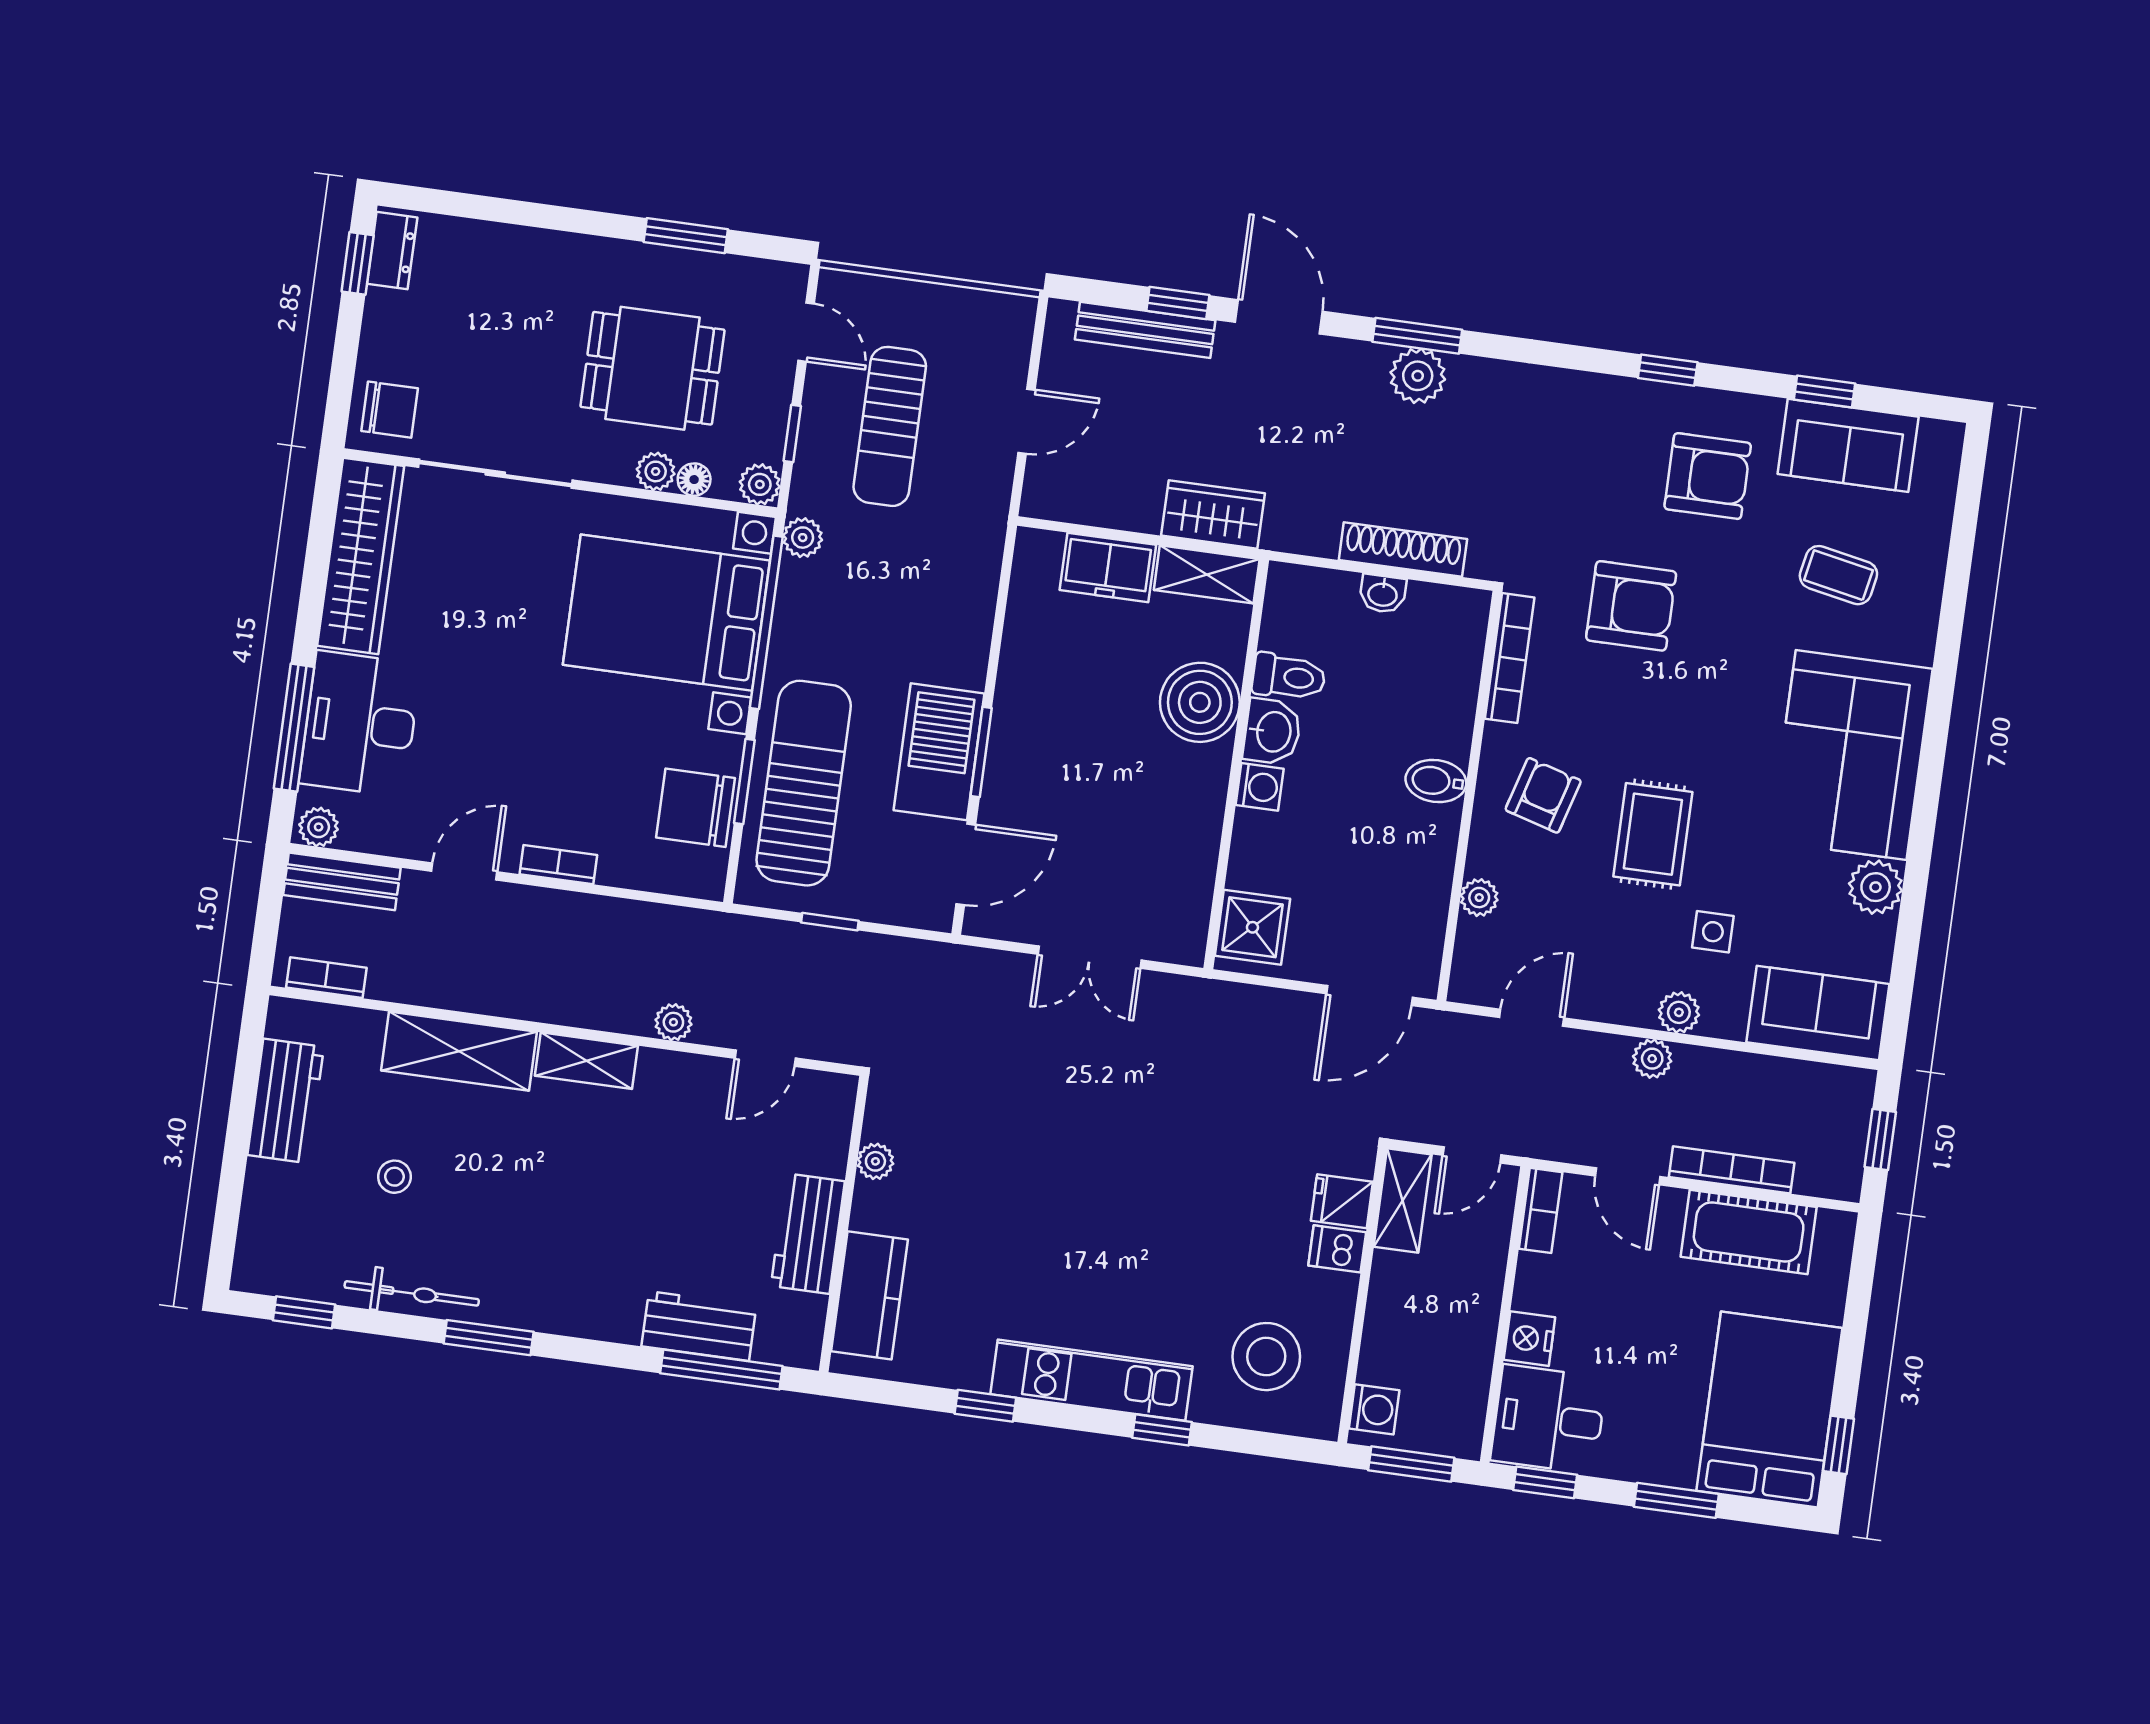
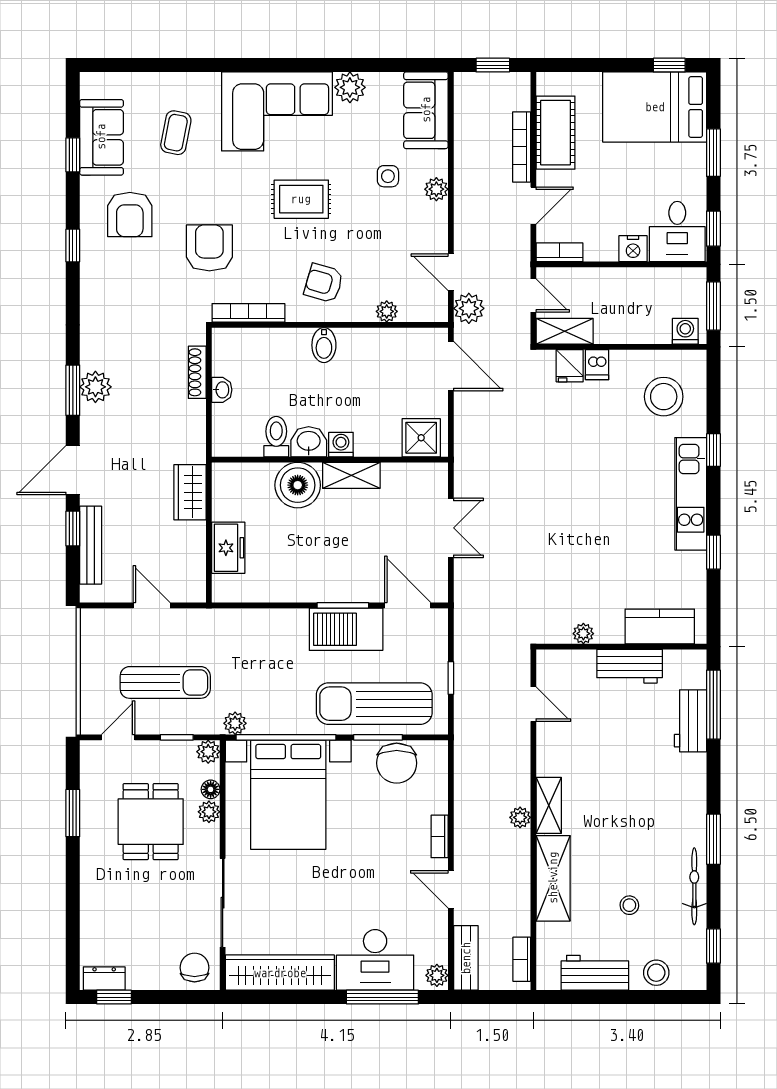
armchair: (1708, 476) -> (130, 215), turned 180
shoe rack: (1403, 549) -> (197, 372), width x0.74, depth x0.81
shelving: (1207, 574) -> (351, 475), moved, turned 90
rug: (1653, 834) -> (301, 199), moved
plant: (673, 1022) -> (520, 817), moved
plant: (1652, 1059) -> (469, 308), moved, width x1.38, depth x1.38
stool: (271, 1207) -> (656, 973), added

